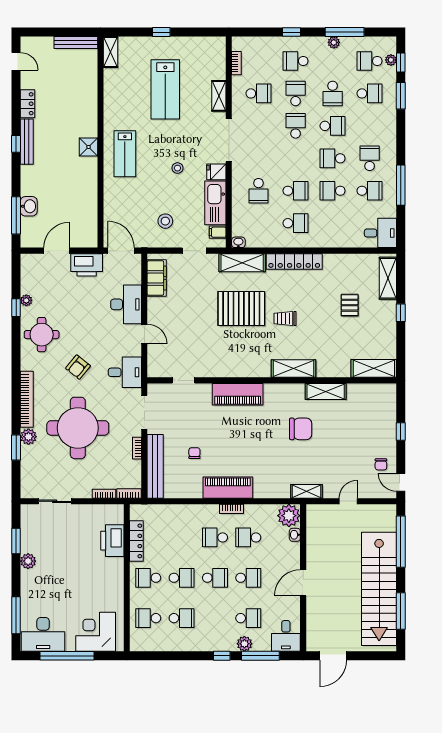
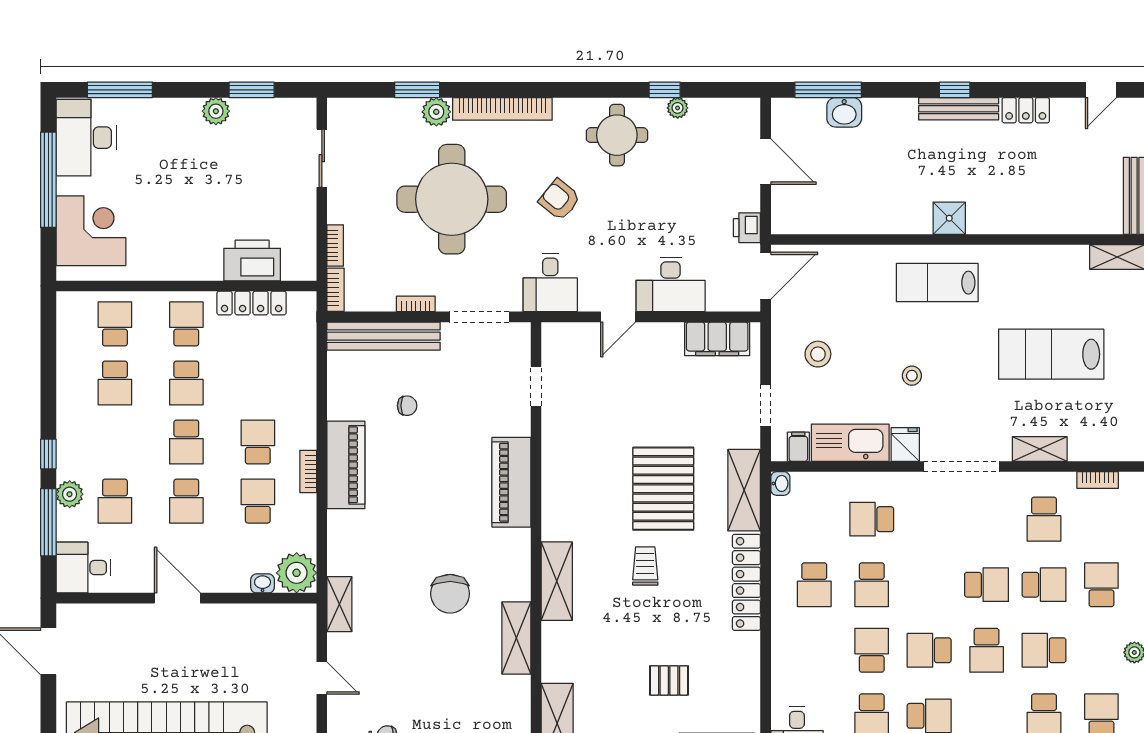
school desk: (333, 158) -> (929, 650), turned -90
printer: (87, 265) -> (747, 228), width x0.53, depth x0.68

